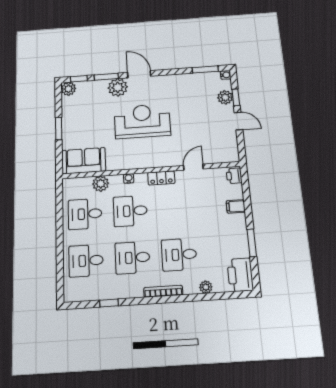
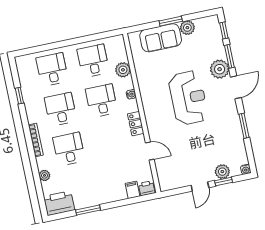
window: (205, 69) -> (244, 126), moved
plant: (68, 89) -> (187, 28), moved
sofa: (83, 161) -> (161, 38), moved, turned 90
filing cabinet: (236, 206) -> (132, 190), moved

